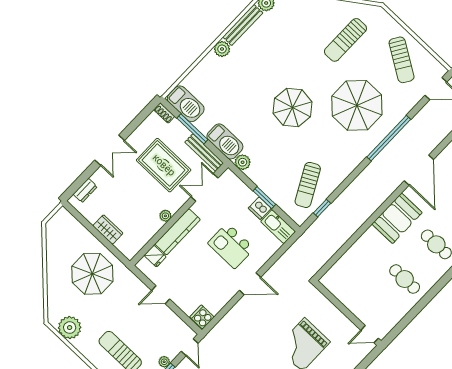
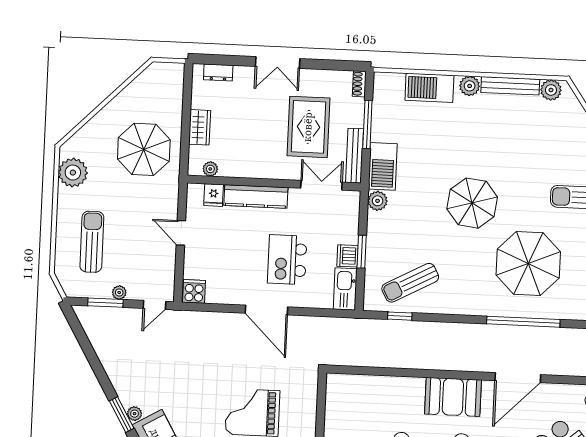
barbecue: (186, 104) -> (429, 88), moved, turned 90
plant: (165, 216) -> (210, 169), moved
door: (250, 284) -> (266, 310), width x1.36

